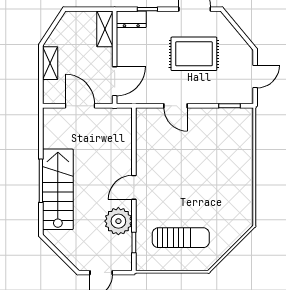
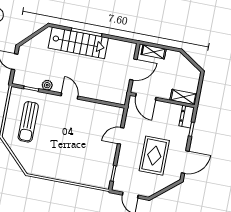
shelving: (50, 63) -> (154, 52), moved
plant: (118, 221) -> (47, 85), width x0.53, depth x0.53

